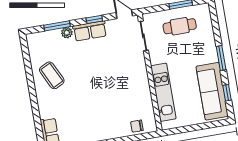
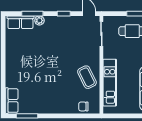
row of seats: (90, 31) -> (20, 22), moved
coffee table: (52, 75) -> (87, 77), moved

